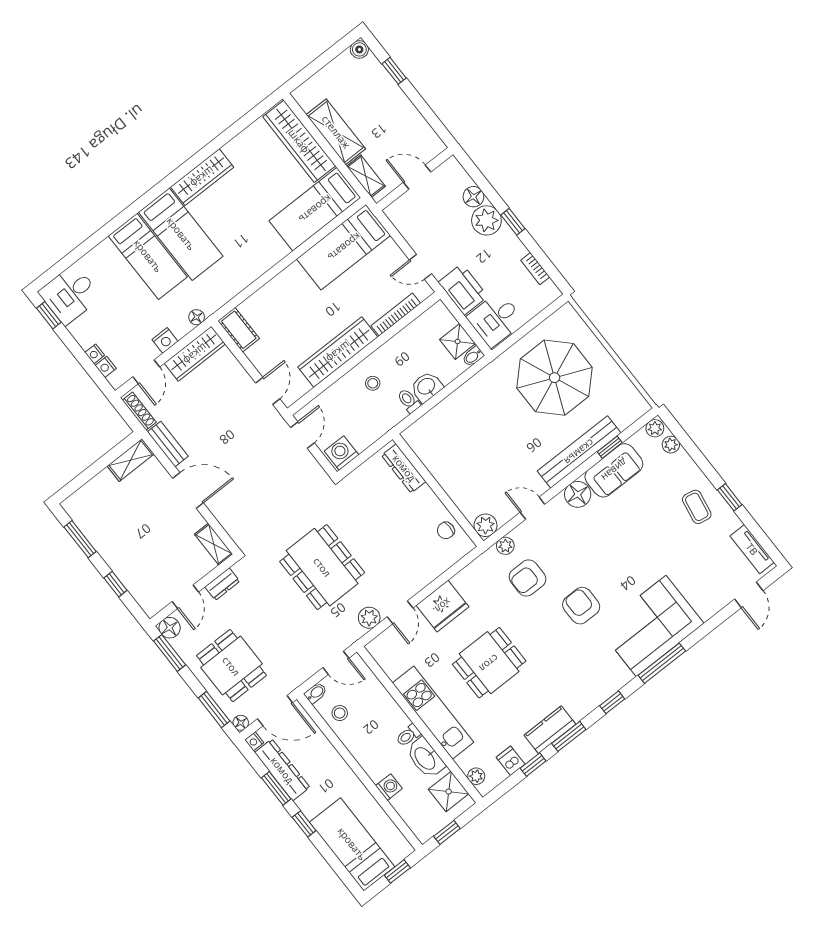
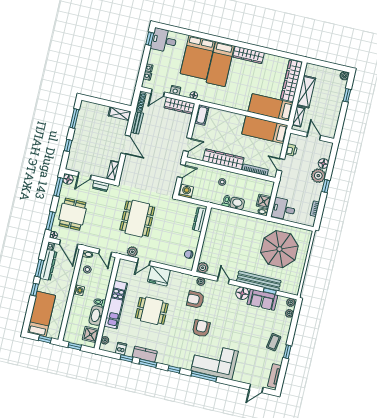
bed: (148, 256) -> (198, 57), width x1.50
printer: (463, 289) -> (291, 150), moved, width x0.53, depth x0.68
washing machine: (389, 787) -> (79, 290), moved

